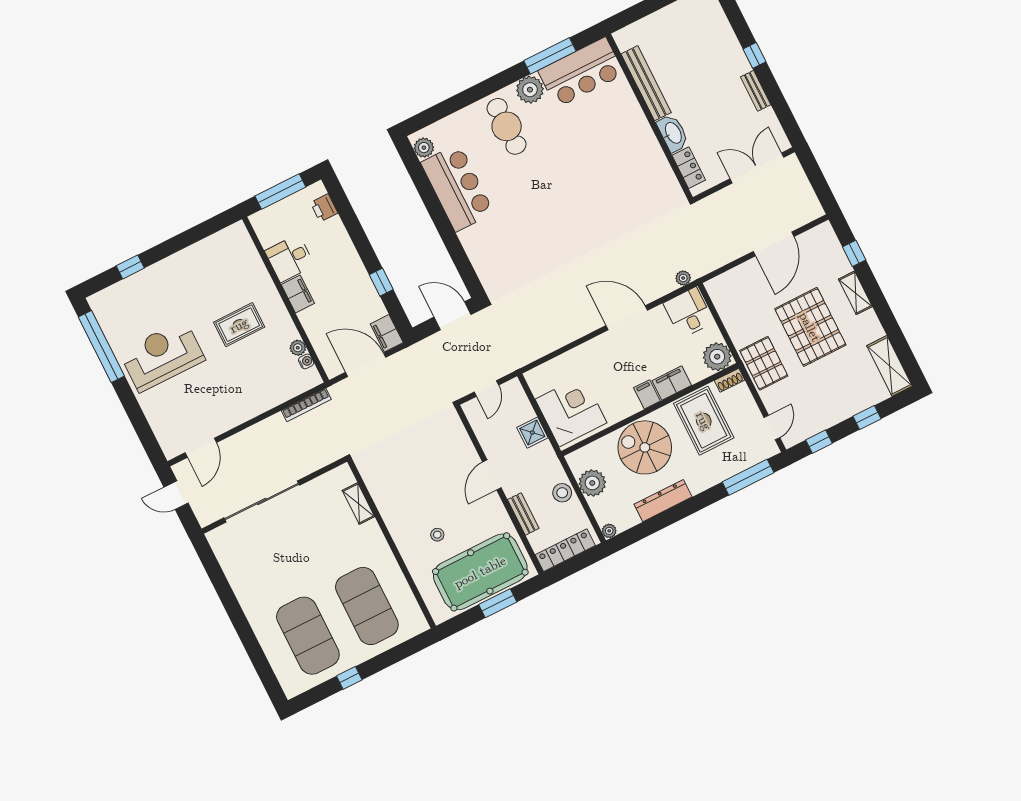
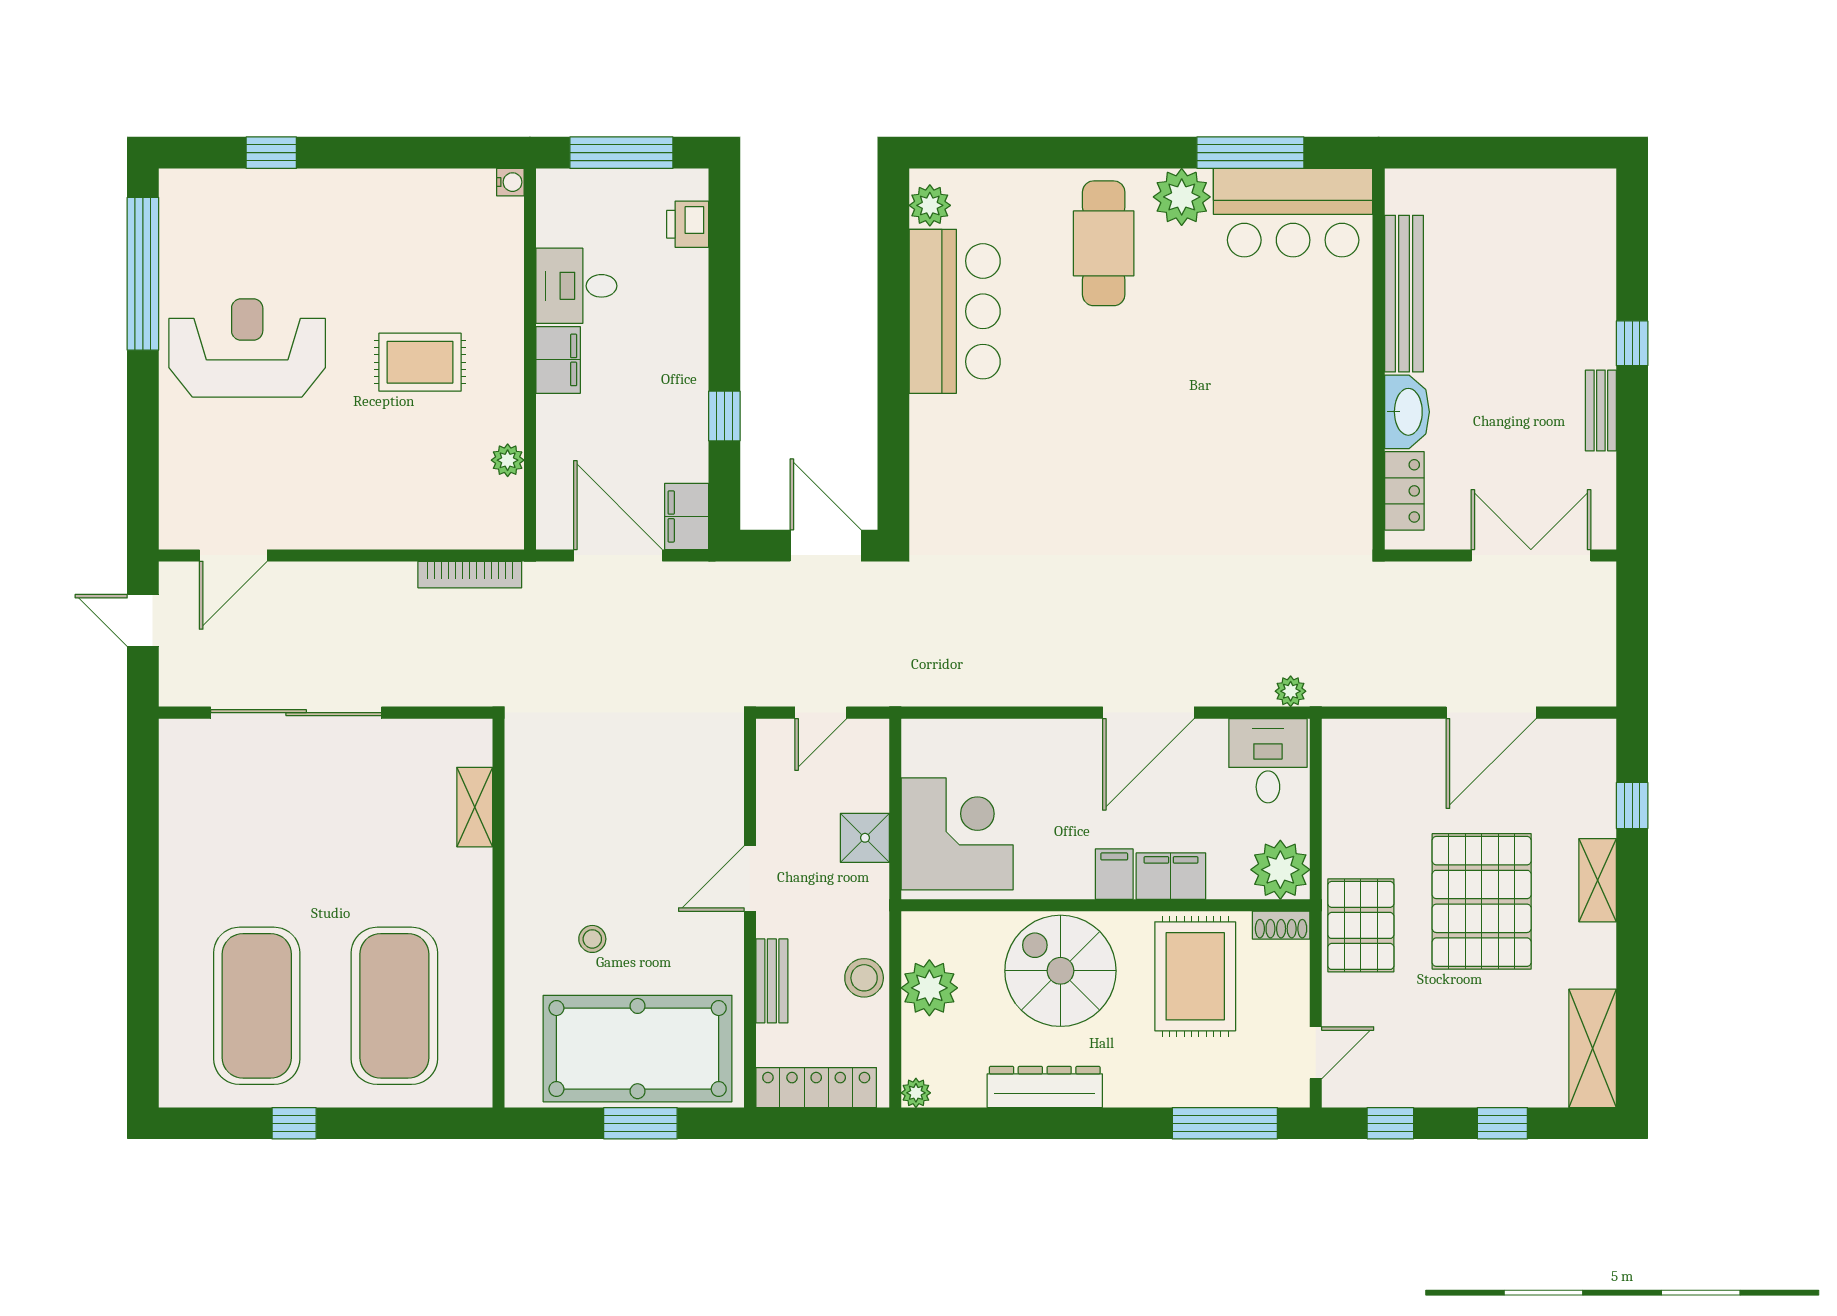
door: (627, 318) -> (1148, 713), swing flipped
water cooler: (306, 361) -> (510, 182), moved

